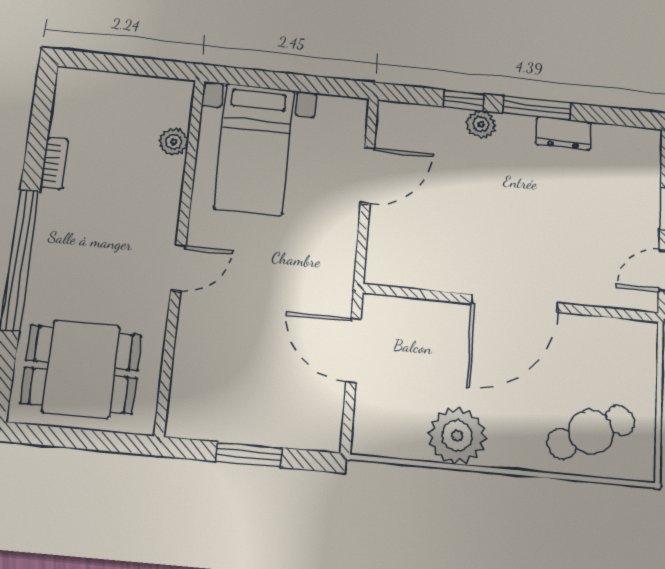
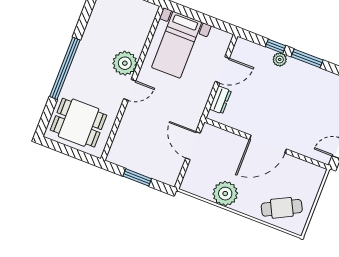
dresser: (563, 133) -> (220, 100), moved, turned -90
plant: (174, 142) -> (125, 63), moved, width x1.88, depth x1.88
bookcase: (54, 163) -> (90, 29), removed

